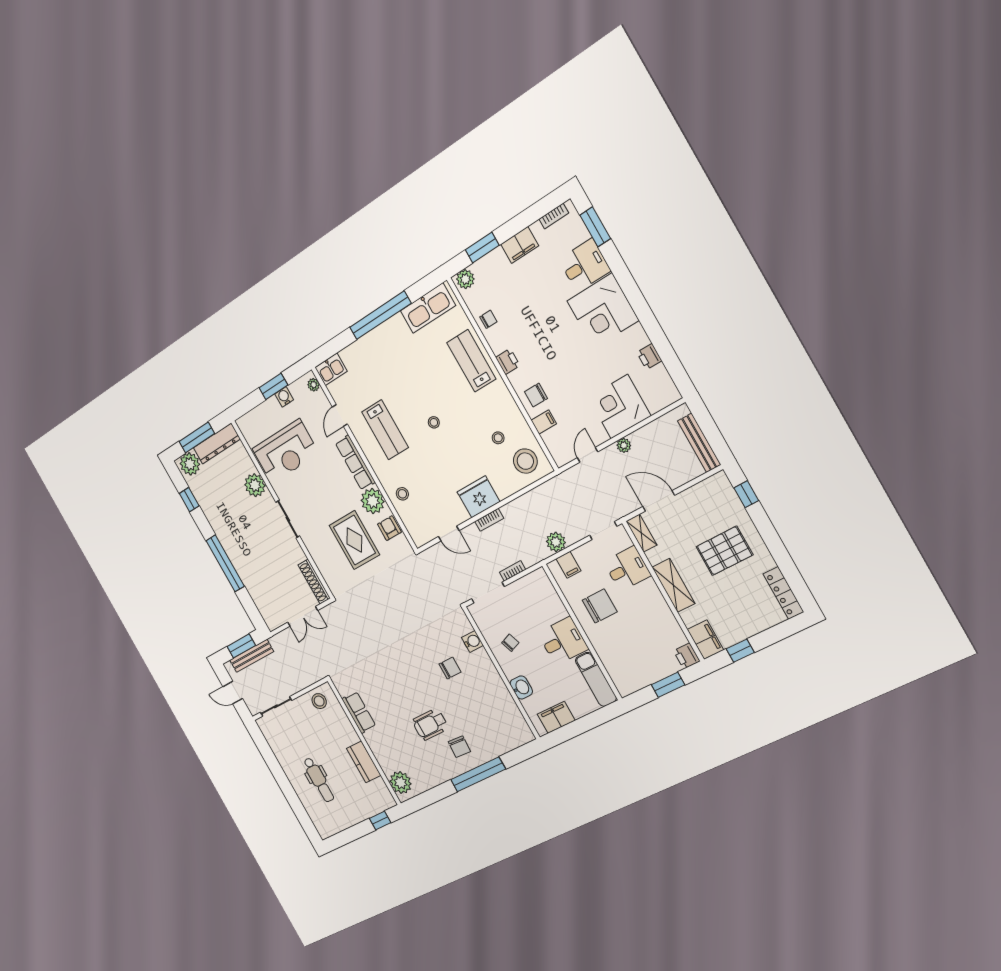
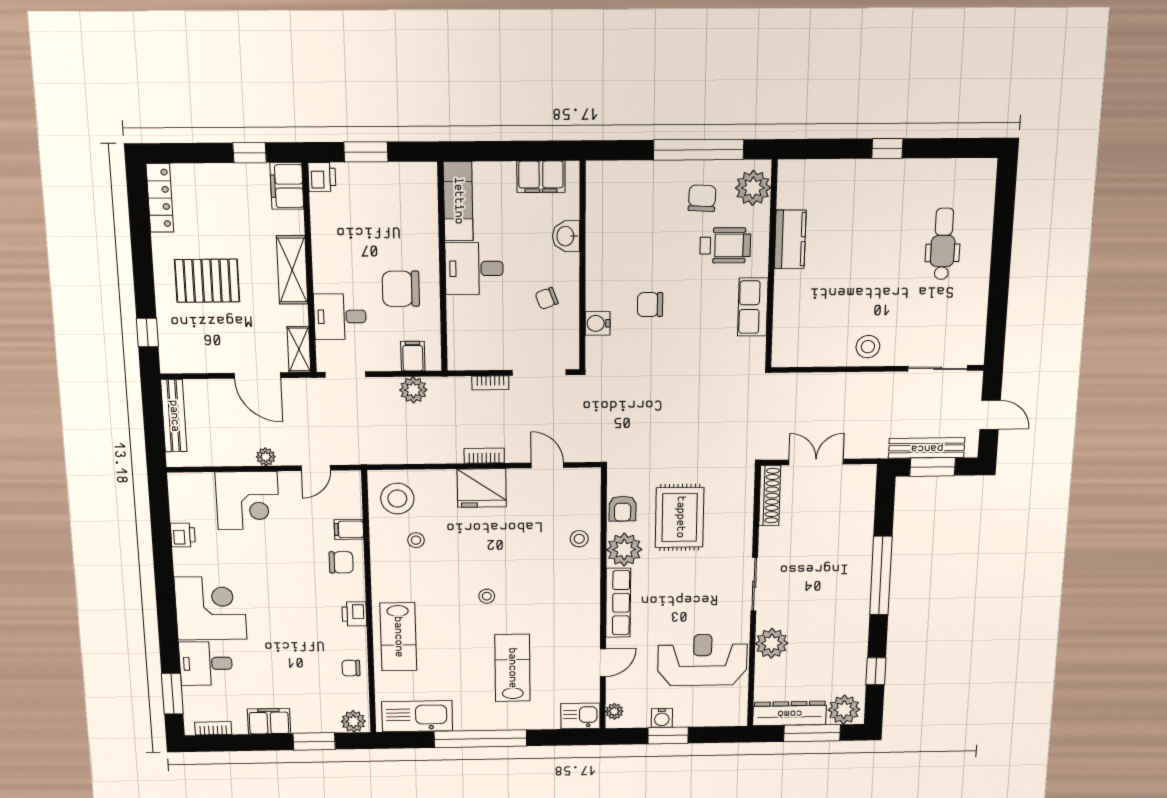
lab bench: (385, 430) -> (512, 668), moved
row of seats: (359, 712) -> (753, 307), moved
wall: (364, 742) -> (771, 265), moved
kitchen counter: (364, 762) -> (790, 239), moved
plant: (401, 783) -> (753, 188), moved

